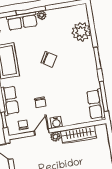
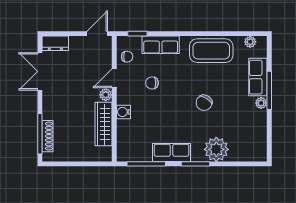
plant: (81, 32) -> (216, 149), moved
row of seats: (96, 104) -> (172, 152), moved
water cooler: (56, 122) -> (123, 112), moved
door: (42, 132) -> (114, 78), swing flipped

